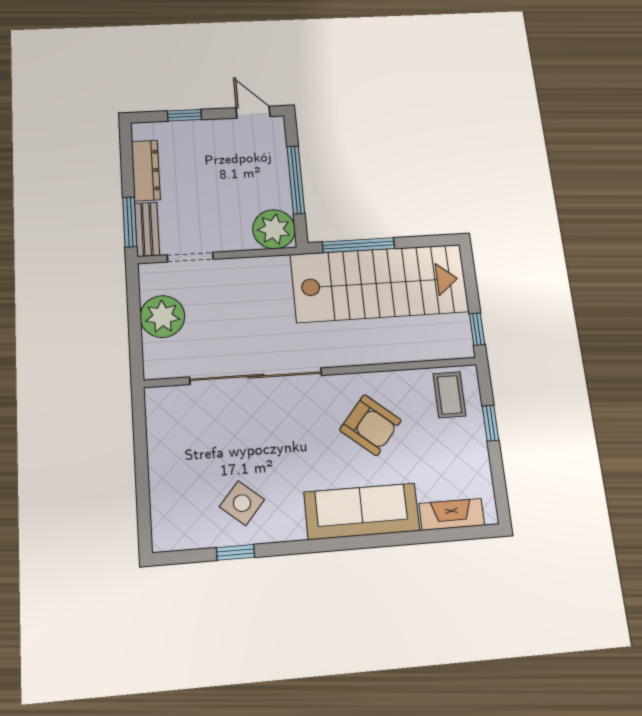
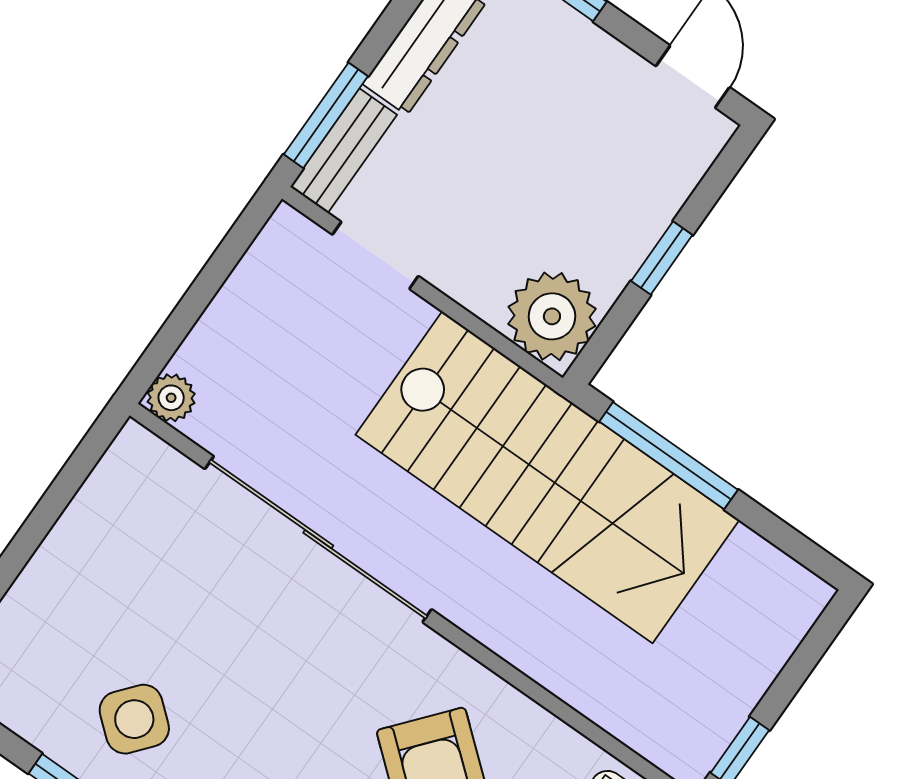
window: (296, 180) -> (662, 258), width x0.46
stairs: (379, 283) -> (547, 477), moved
plant: (162, 316) -> (171, 398), moved, width x0.53, depth x0.53

